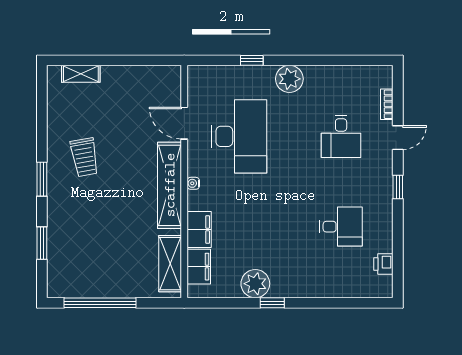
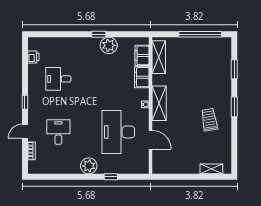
shelving: (170, 185) -> (159, 103), width x0.68

